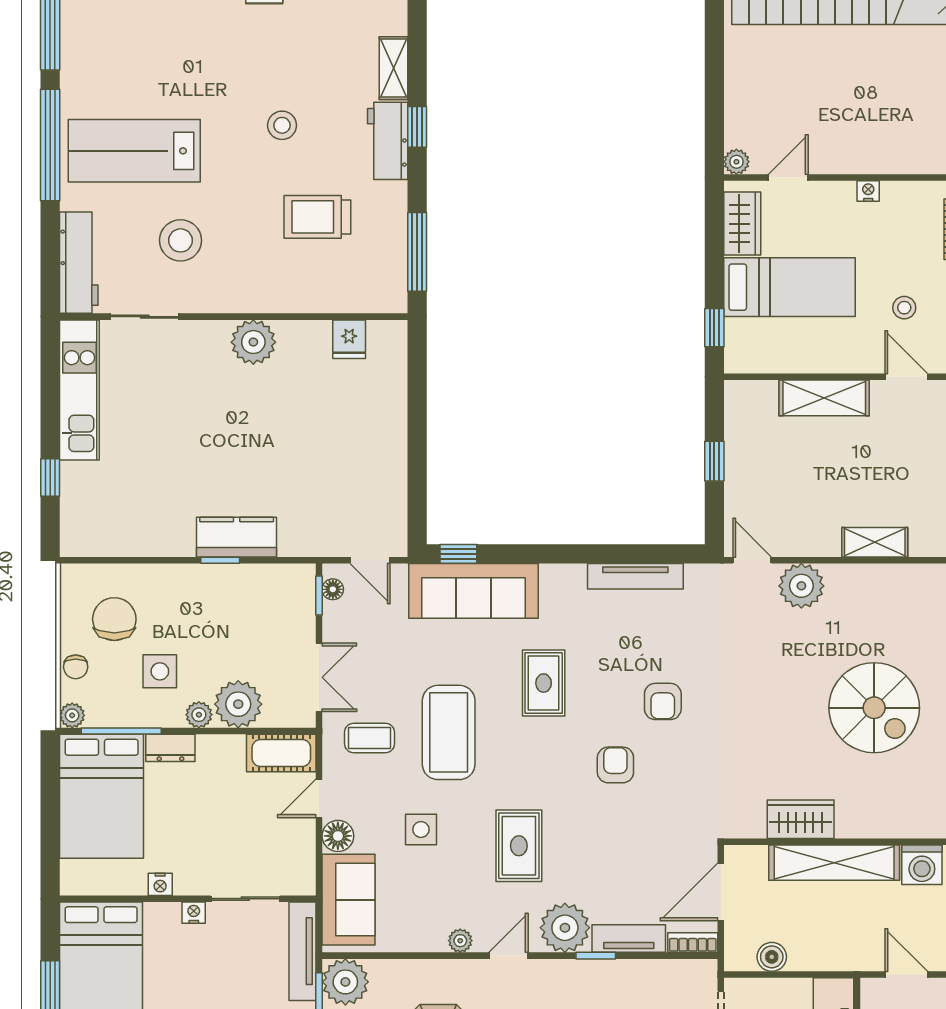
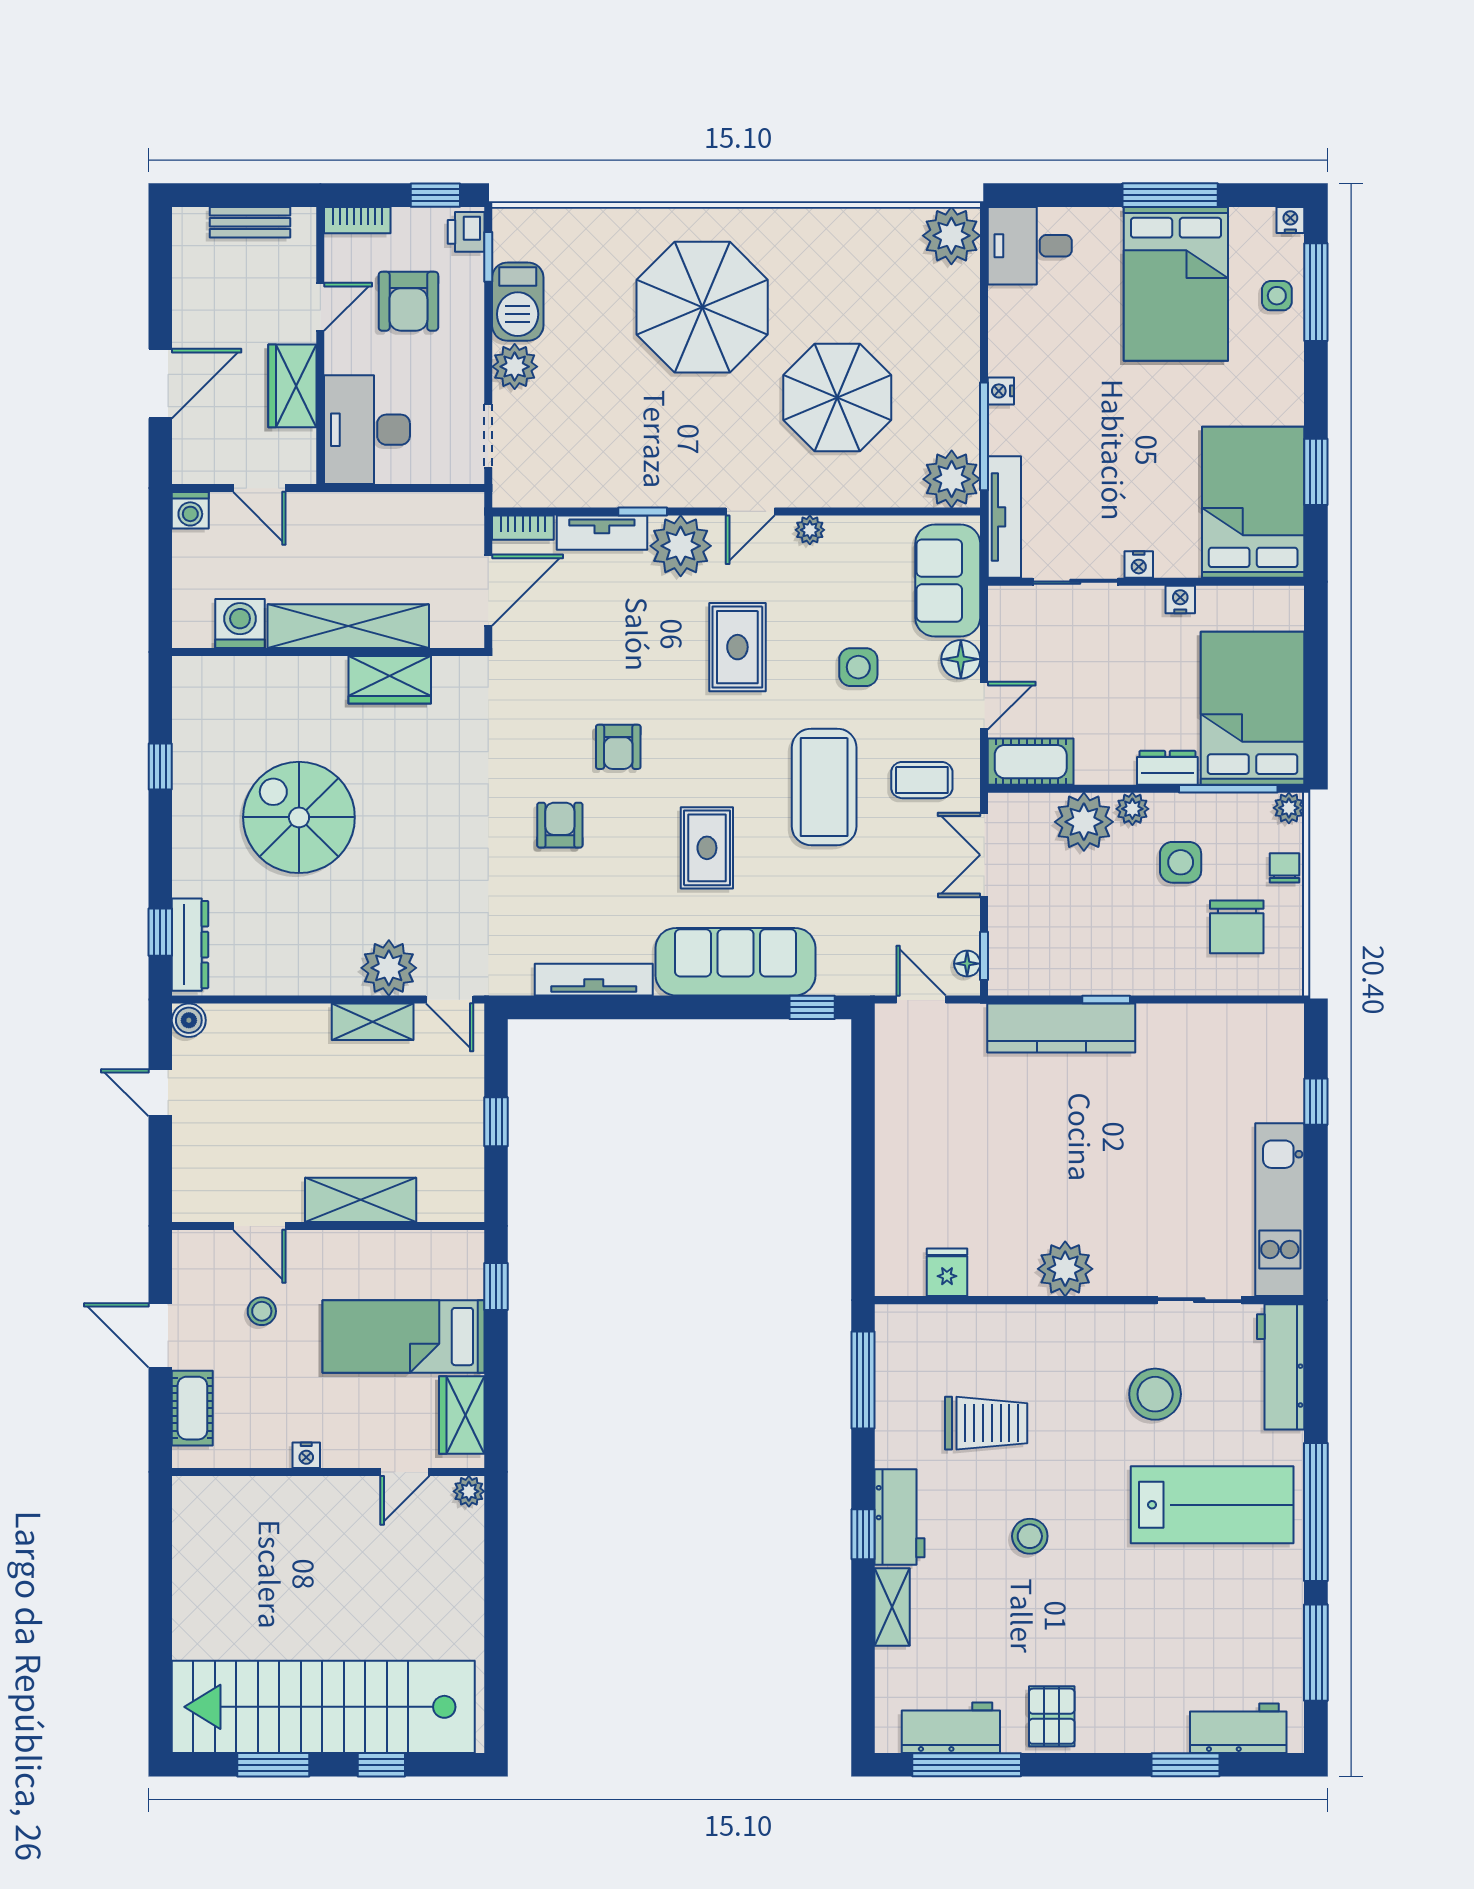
kitchen counter: (237, 537) -> (1061, 1028), width x1.50
shelving: (875, 542) -> (373, 1022), moved
sofa: (473, 591) -> (736, 962), moved
boiler: (772, 957) -> (425, 510), removed

